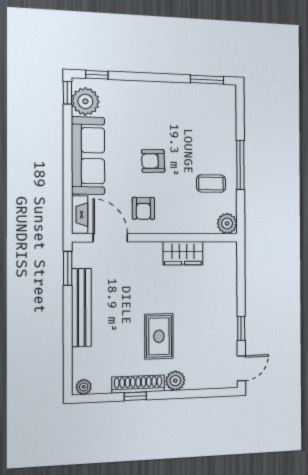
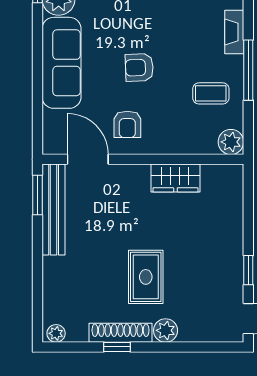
fireplace: (80, 215) -> (234, 32), moved, turned 180
bench: (81, 307) -> (54, 209), moved

